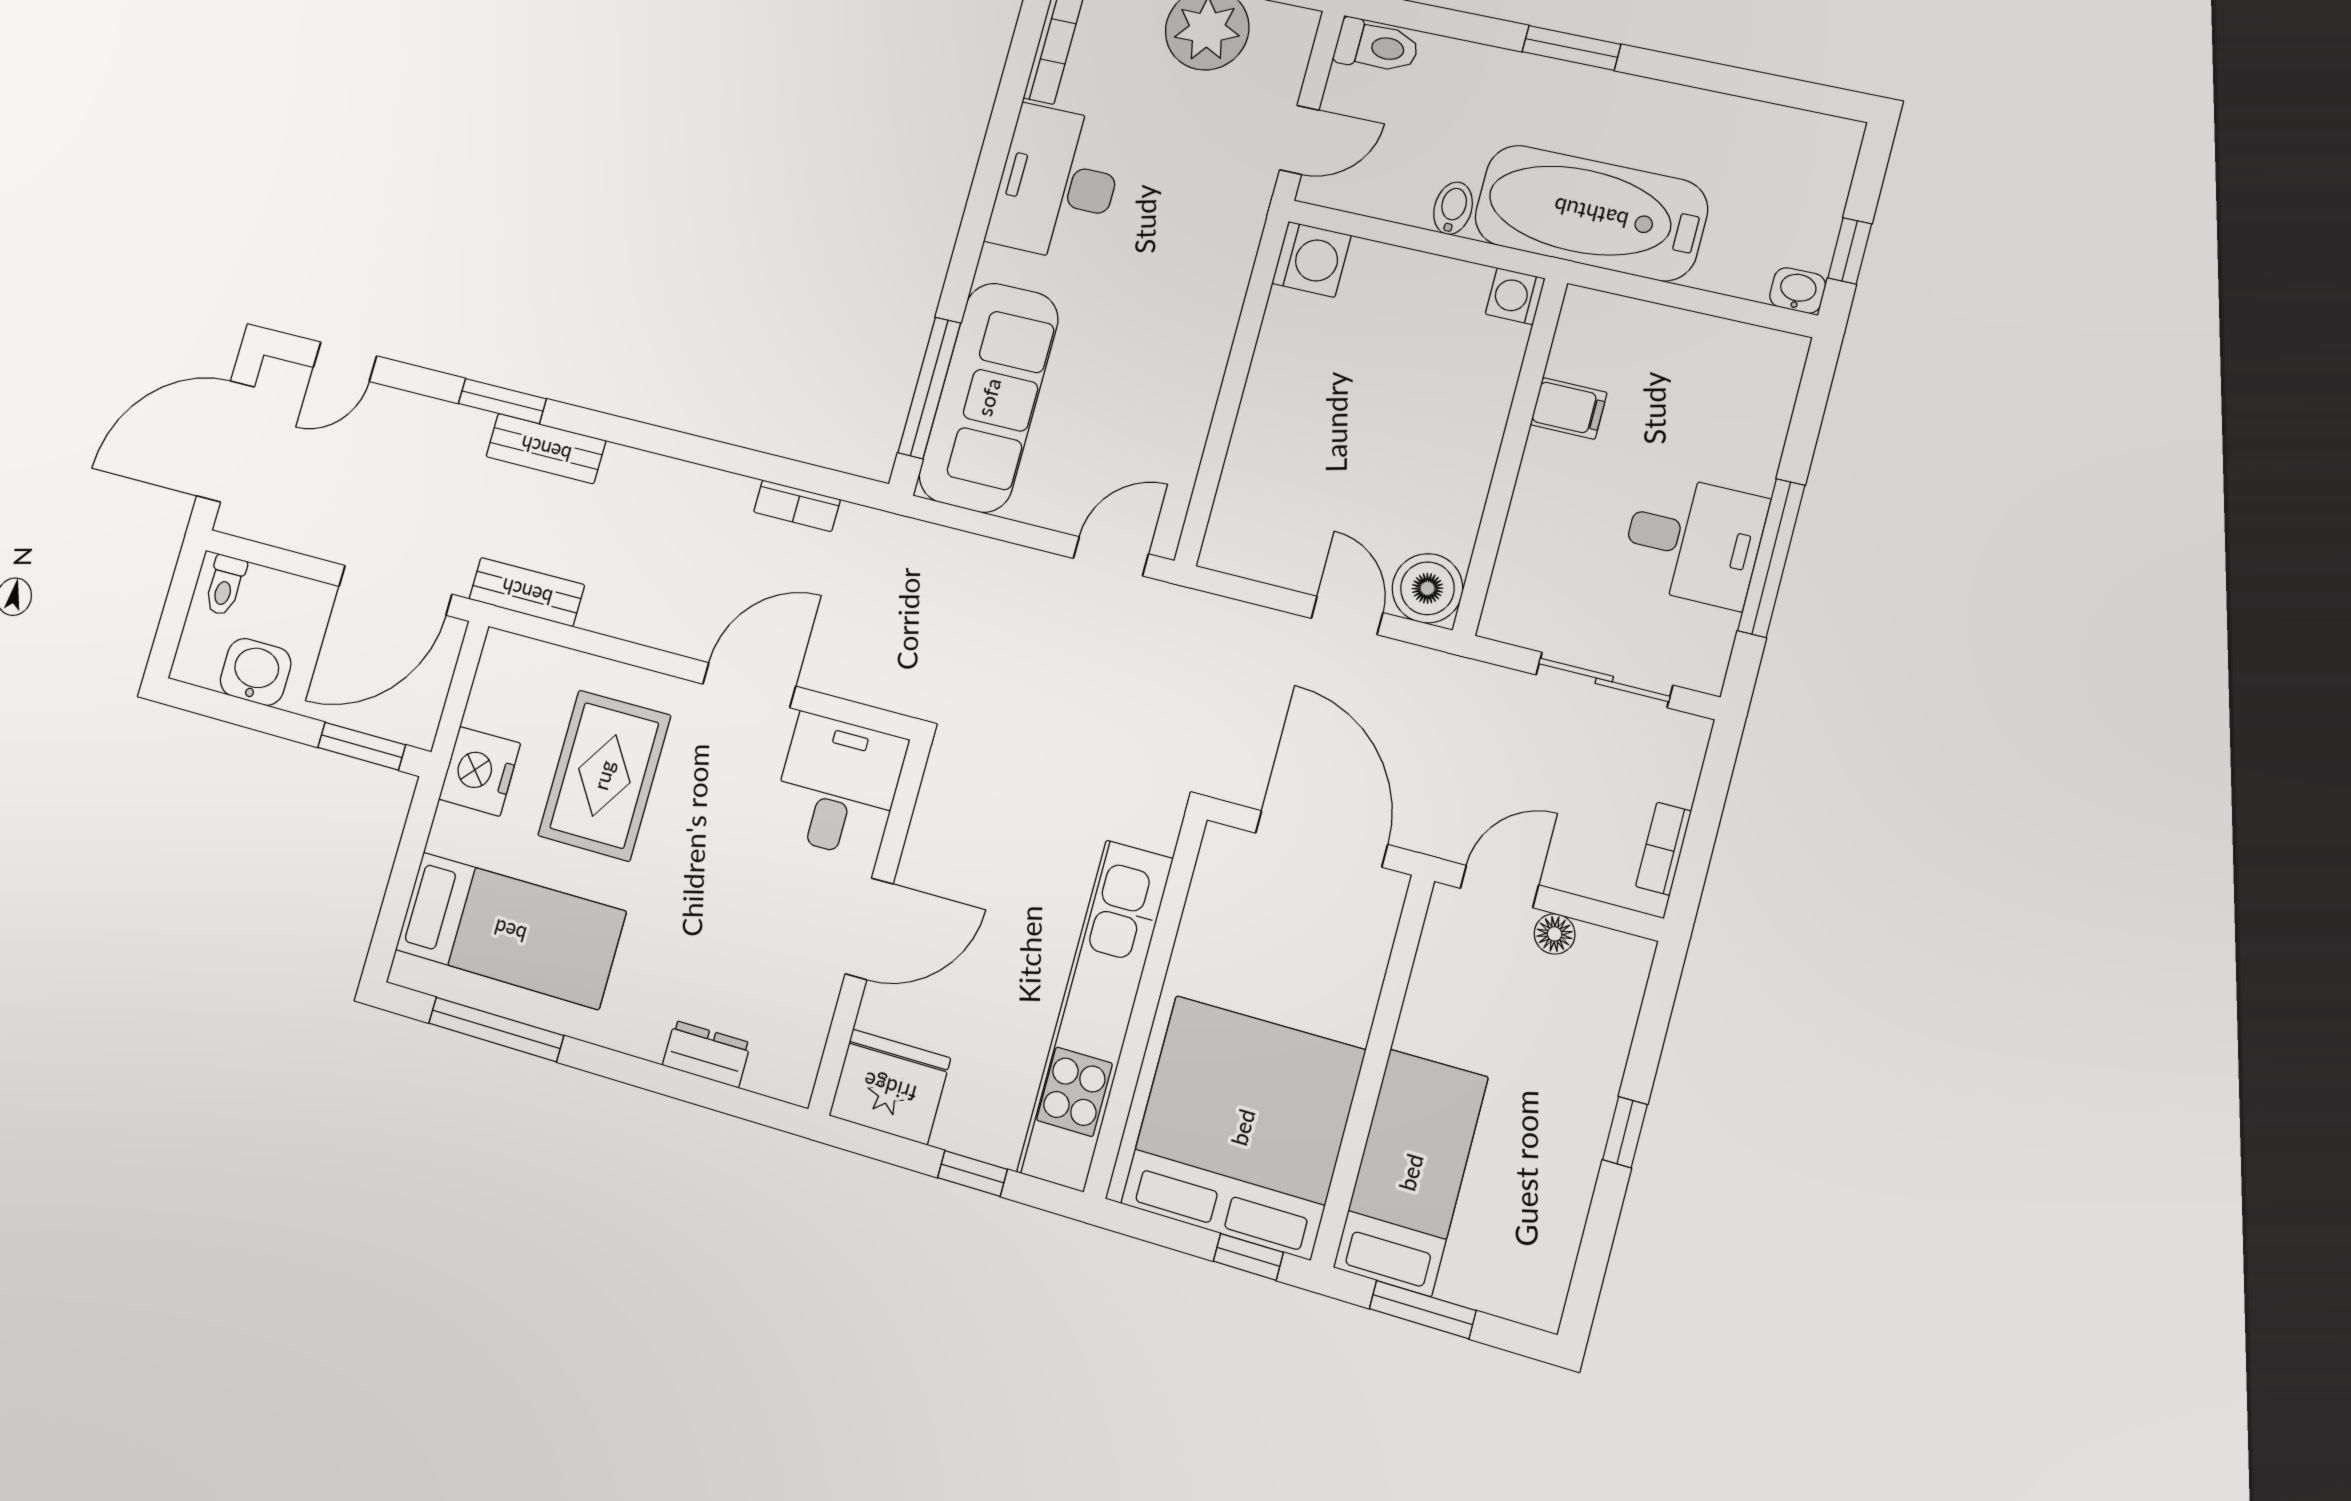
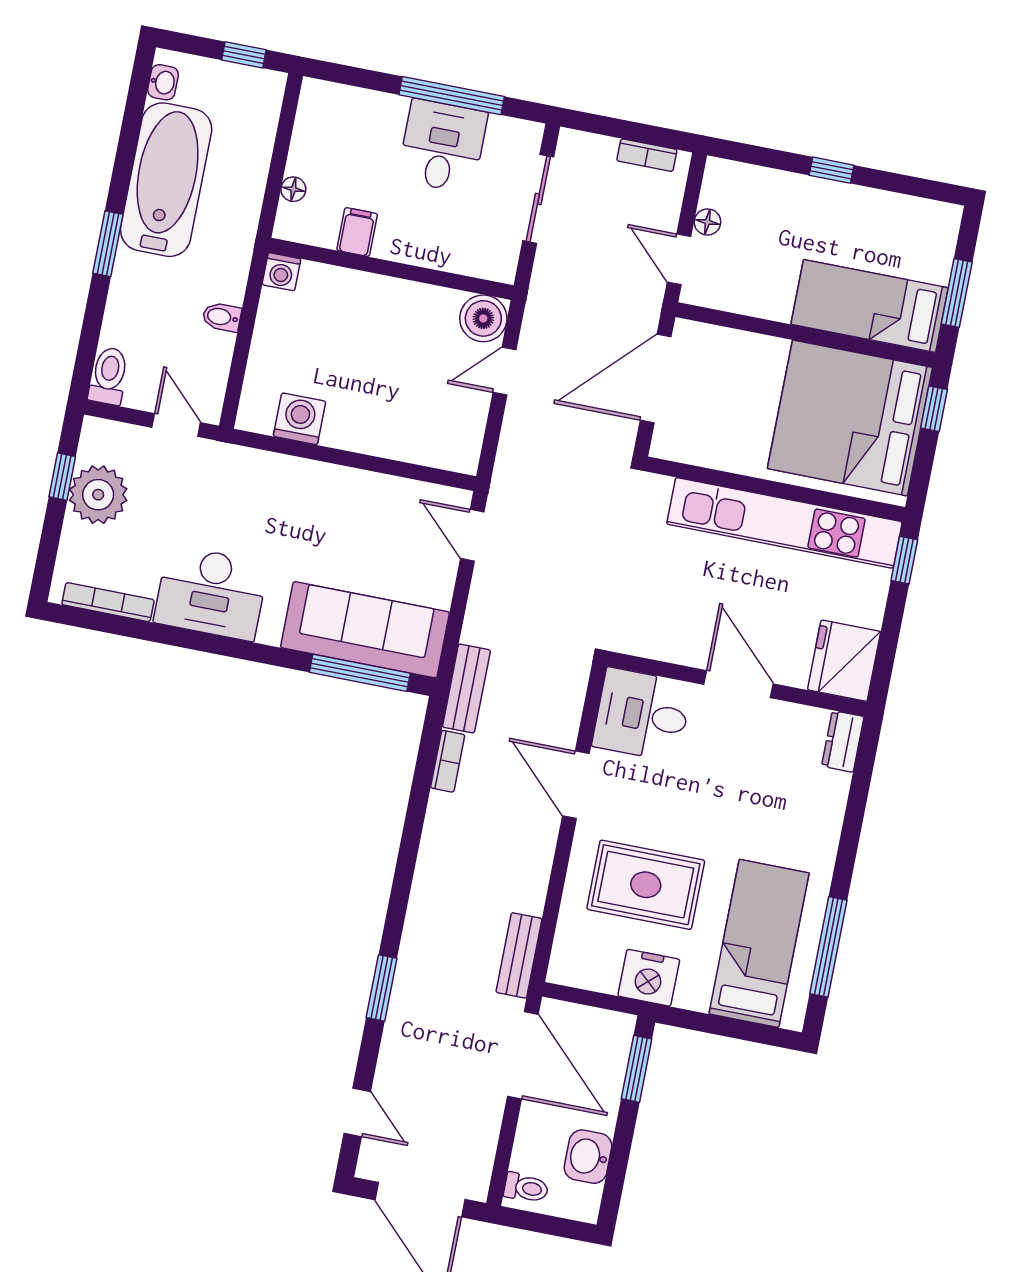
bathtub: (1591, 213) -> (166, 180), moved, turned 180
washing machine: (1312, 259) -> (300, 419), moved
washbasin: (1798, 290) -> (163, 82), moved, turned 180
floor lamp: (1639, 317) -> (293, 189), added
bench: (546, 449) -> (466, 688), moved
dresser: (706, 1054) -> (843, 741), moved
window: (972, 1173) -> (904, 560), moved

